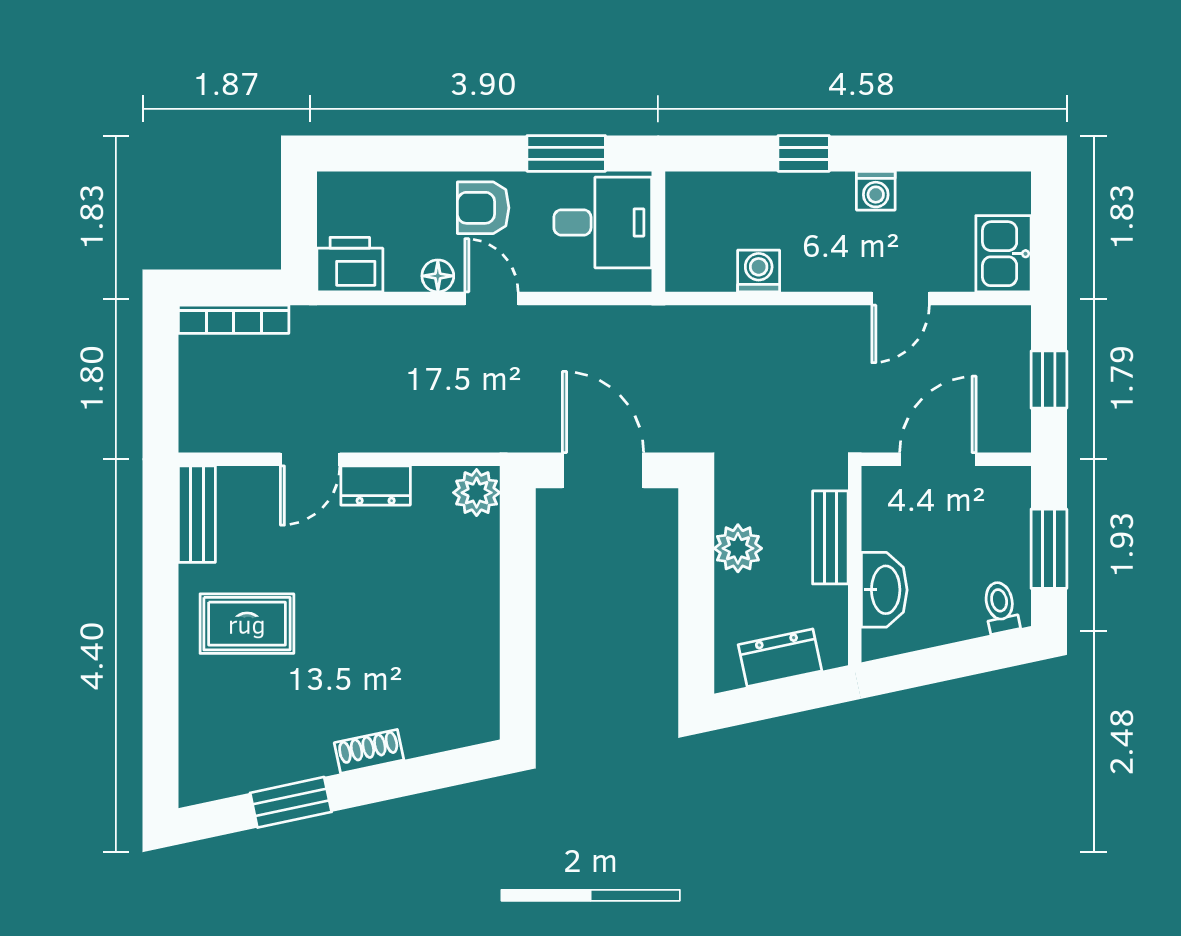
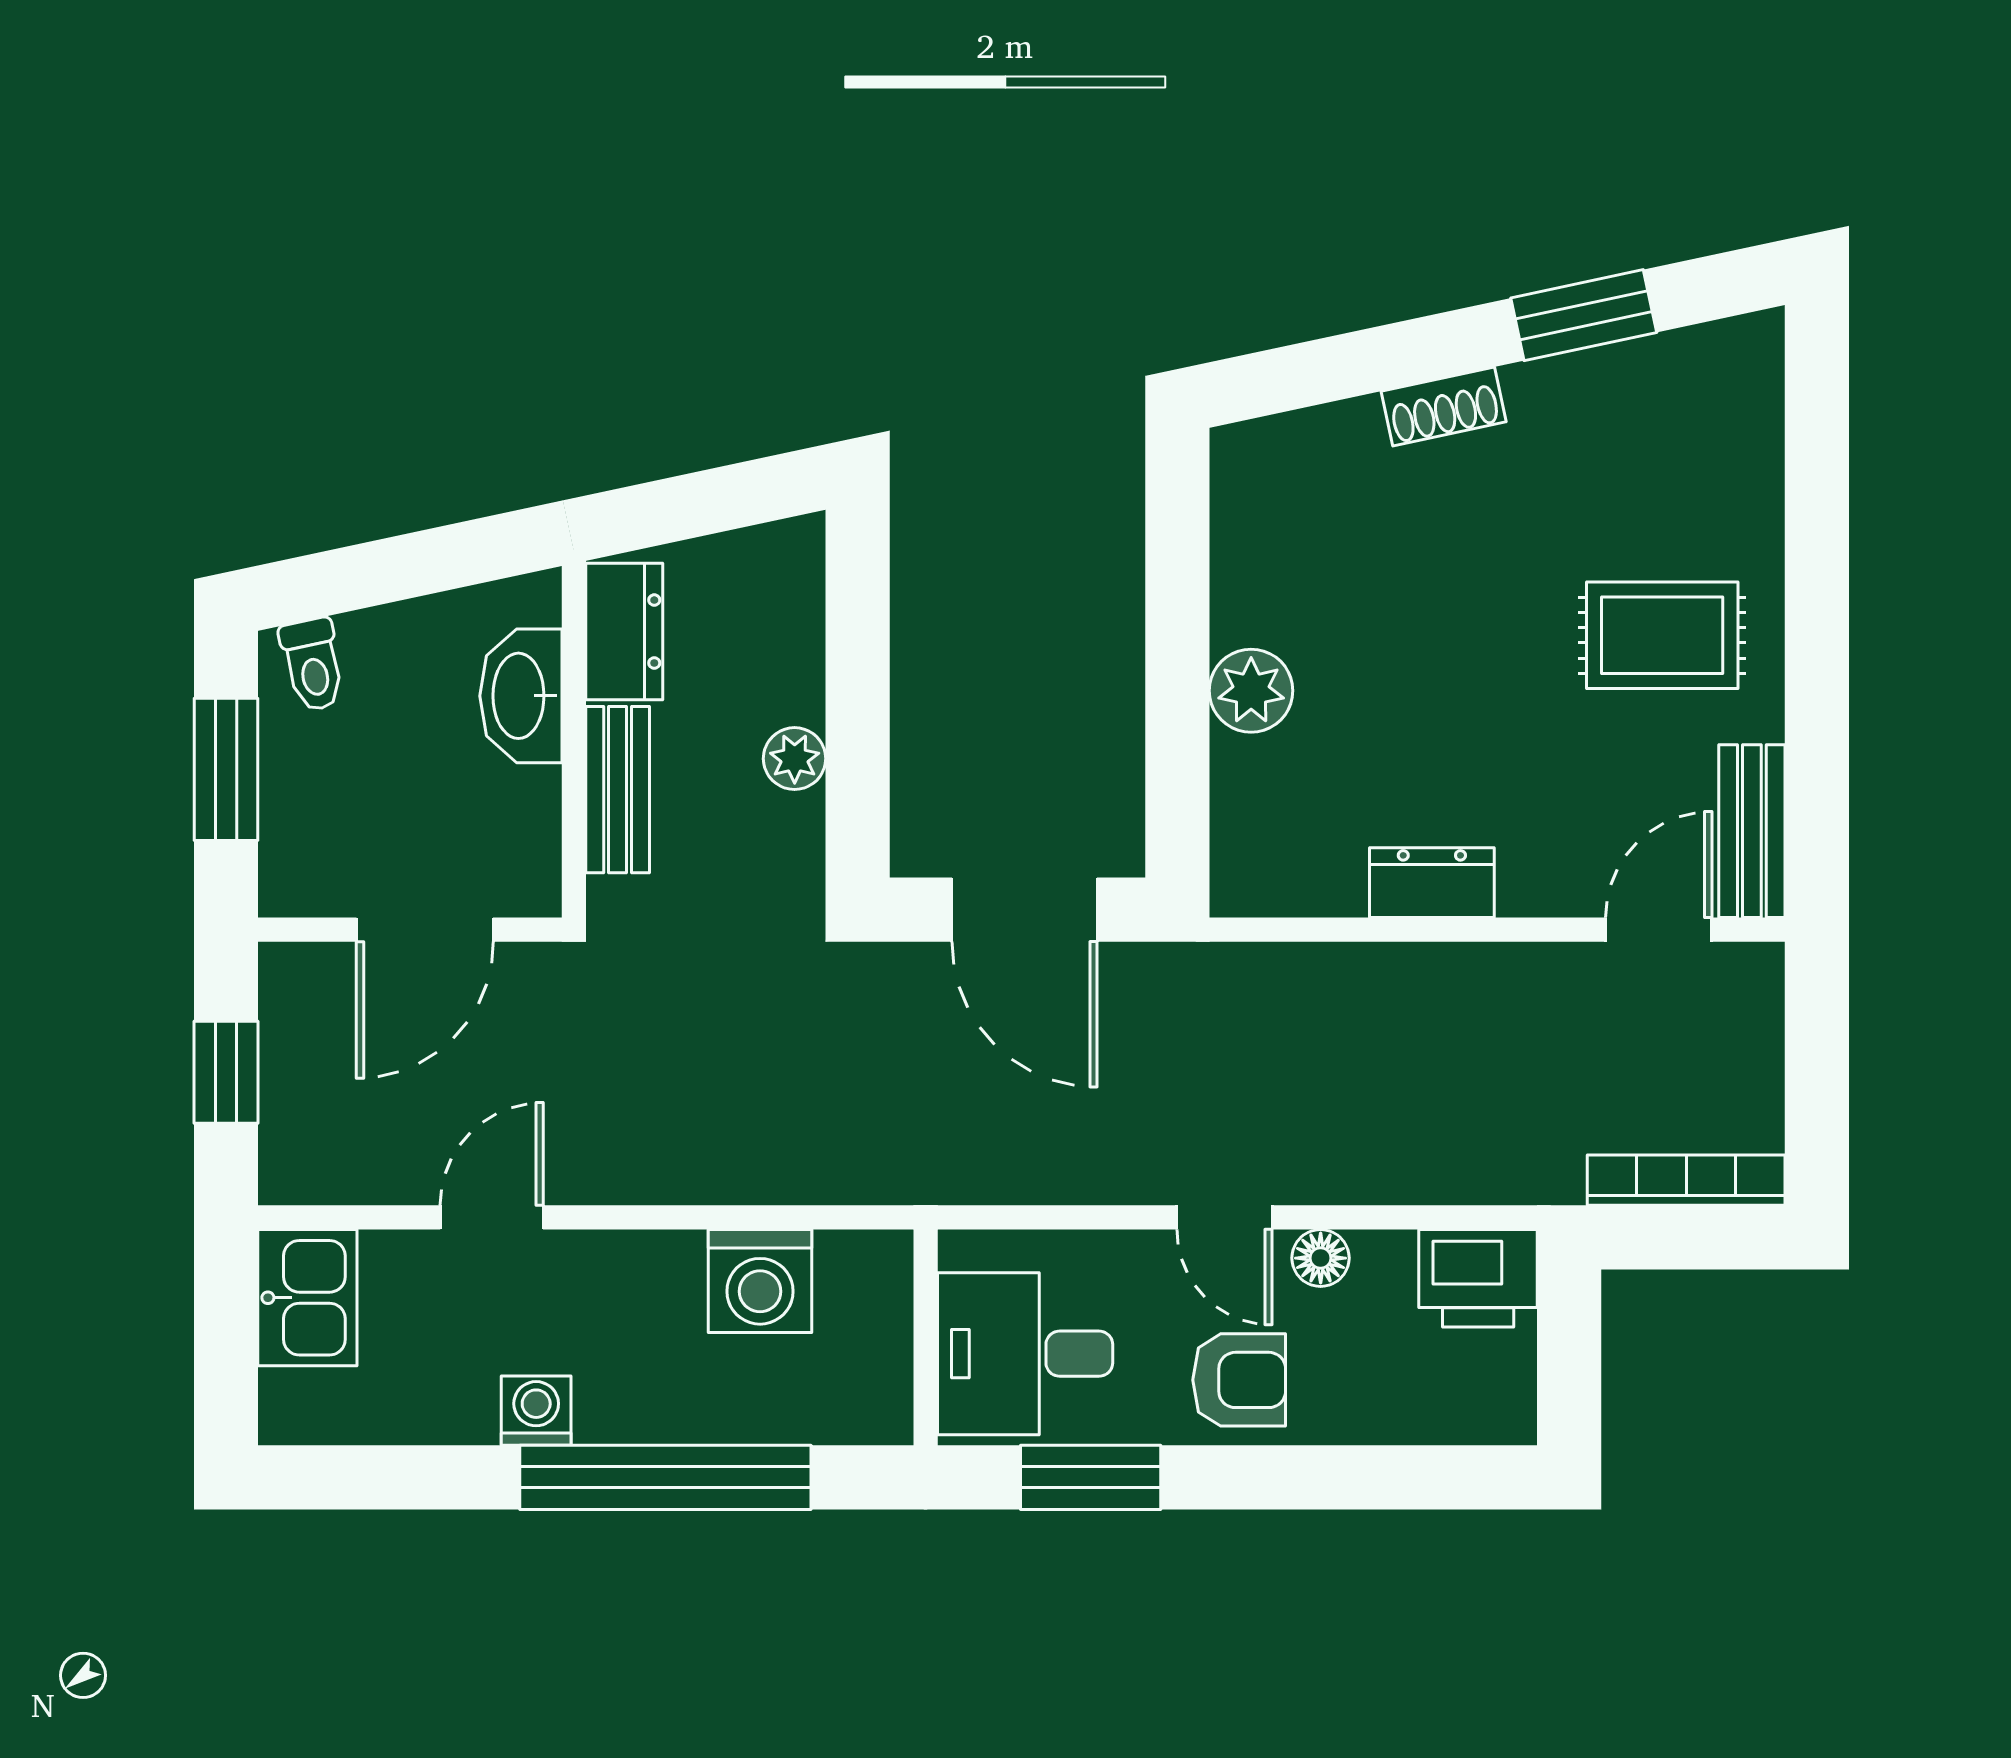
window: (804, 153) -> (665, 1477), width x3.17
washing machine: (759, 271) -> (760, 1281), width x1.38, depth x1.38
door: (310, 459) -> (1659, 930), moved
plant: (477, 493) -> (1251, 691), moved
plant: (738, 548) -> (795, 759), width x0.73, depth x0.73
dresser: (780, 658) -> (624, 632), moved, turned -78

